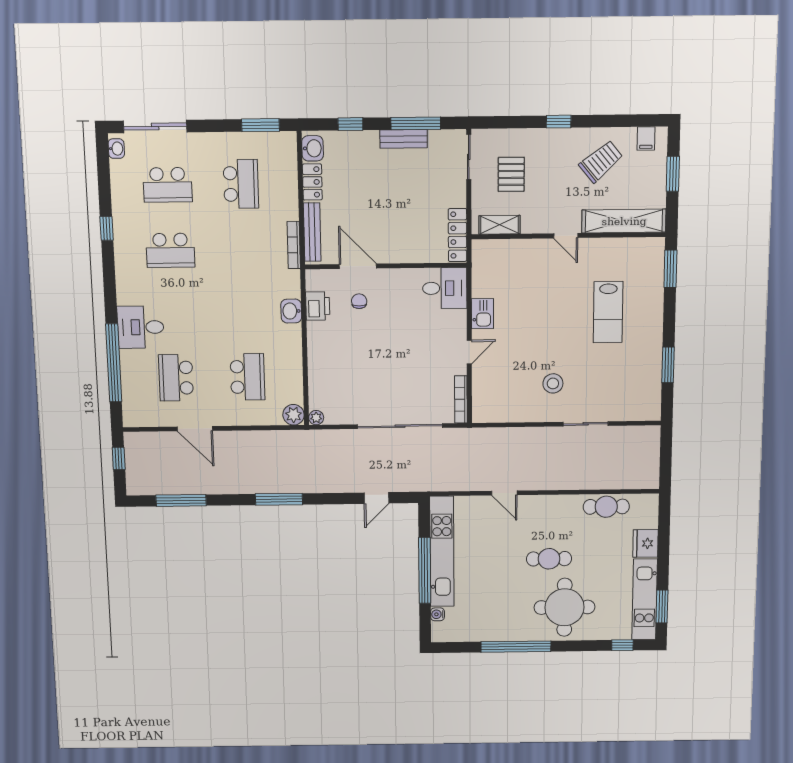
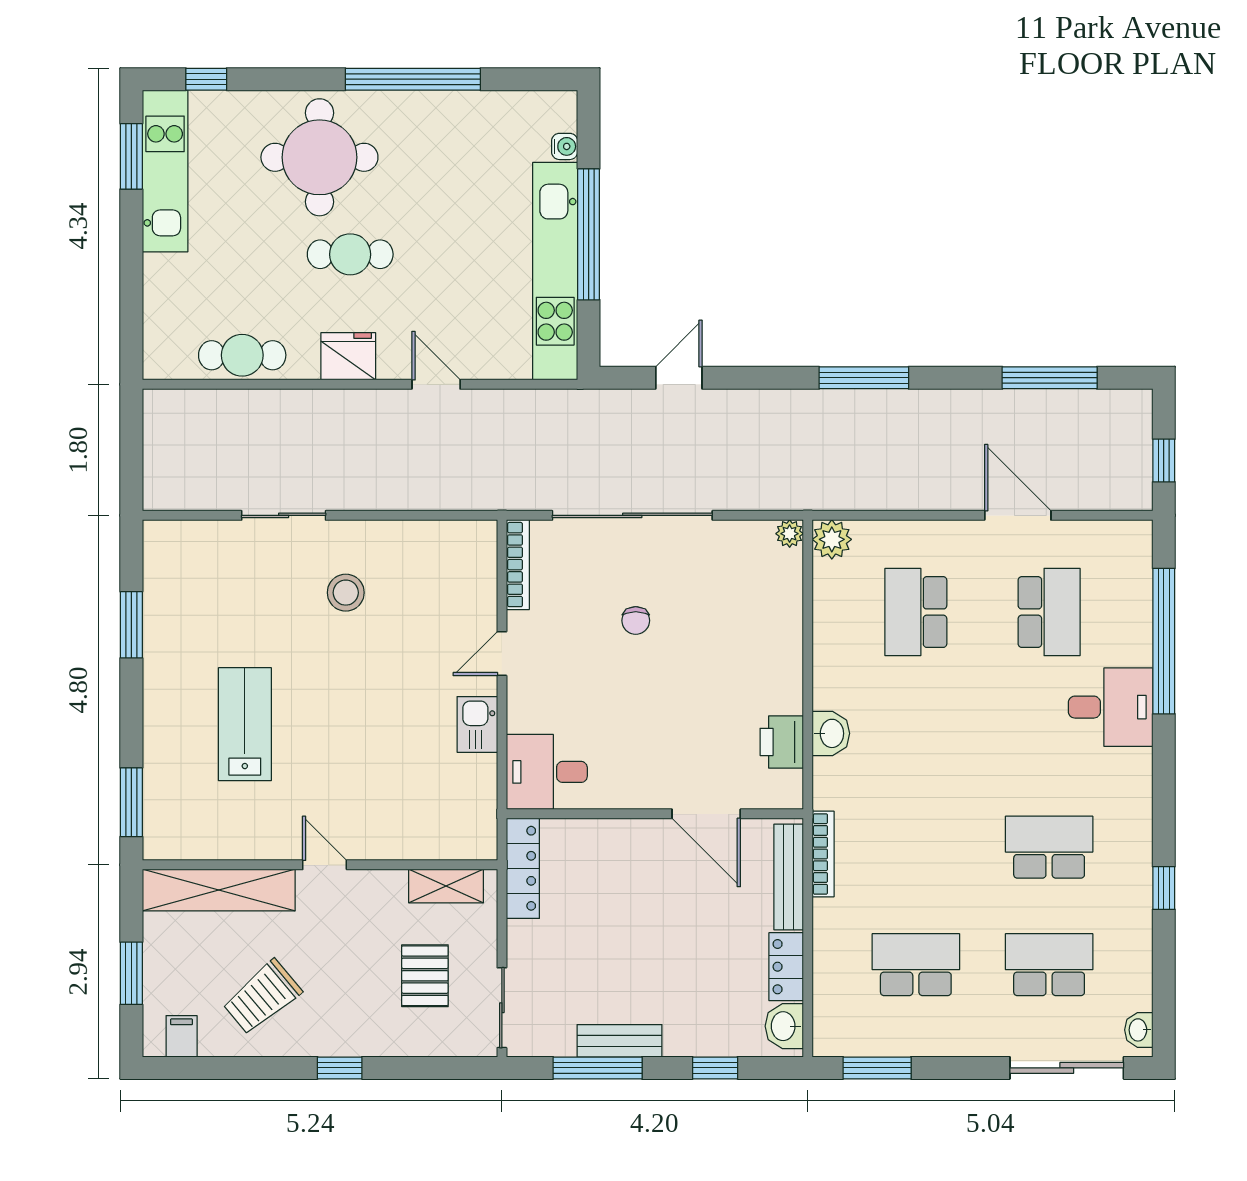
school desk: (241, 184) -> (916, 965), turned 90
chair: (359, 301) -> (636, 621), moved
fridge: (645, 543) -> (348, 356), moved, turned -90

